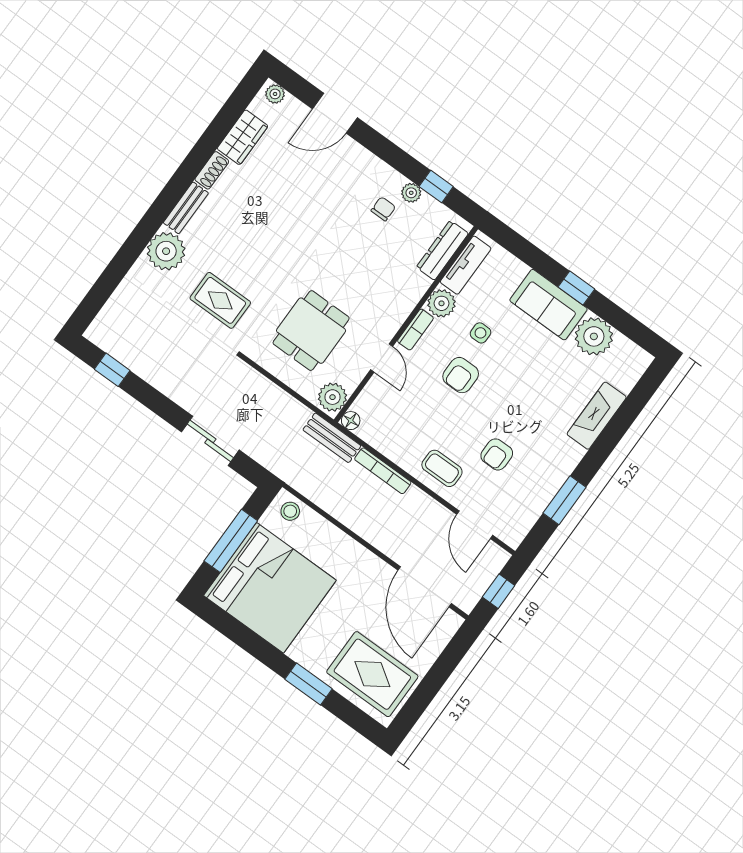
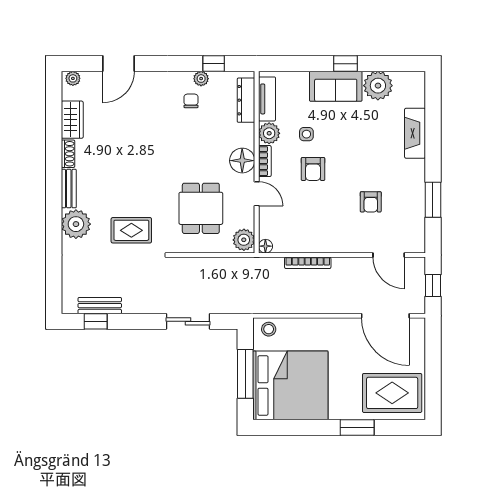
floor lamp: (392, 312) -> (242, 161), added
bench: (332, 438) -> (100, 306), moved
coffee table: (442, 468) -> (343, 235), removed

